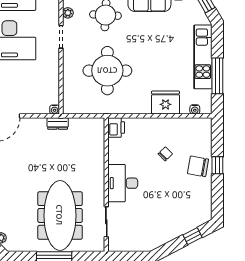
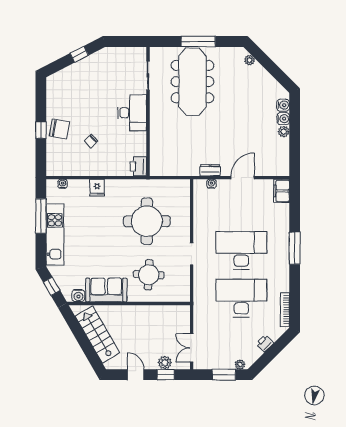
plant: (68, 13) -> (185, 277), removed
fridge: (166, 103) -> (97, 188), width x0.53, depth x0.75
water cooler: (55, 109) -> (211, 184), moved
dresser: (58, 123) -> (210, 170), moved
window: (193, 236) -> (79, 54), moved

